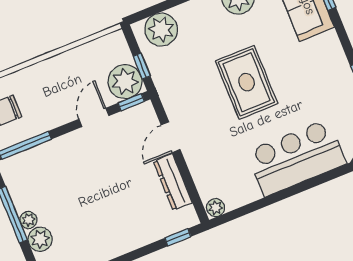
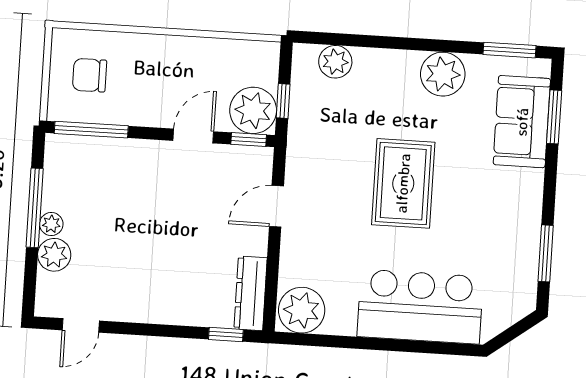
plant: (161, 30) -> (335, 62), width x0.73, depth x0.73
dresser: (173, 182) -> (251, 293), moved
plant: (216, 208) -> (302, 310), width x1.87, depth x1.87

